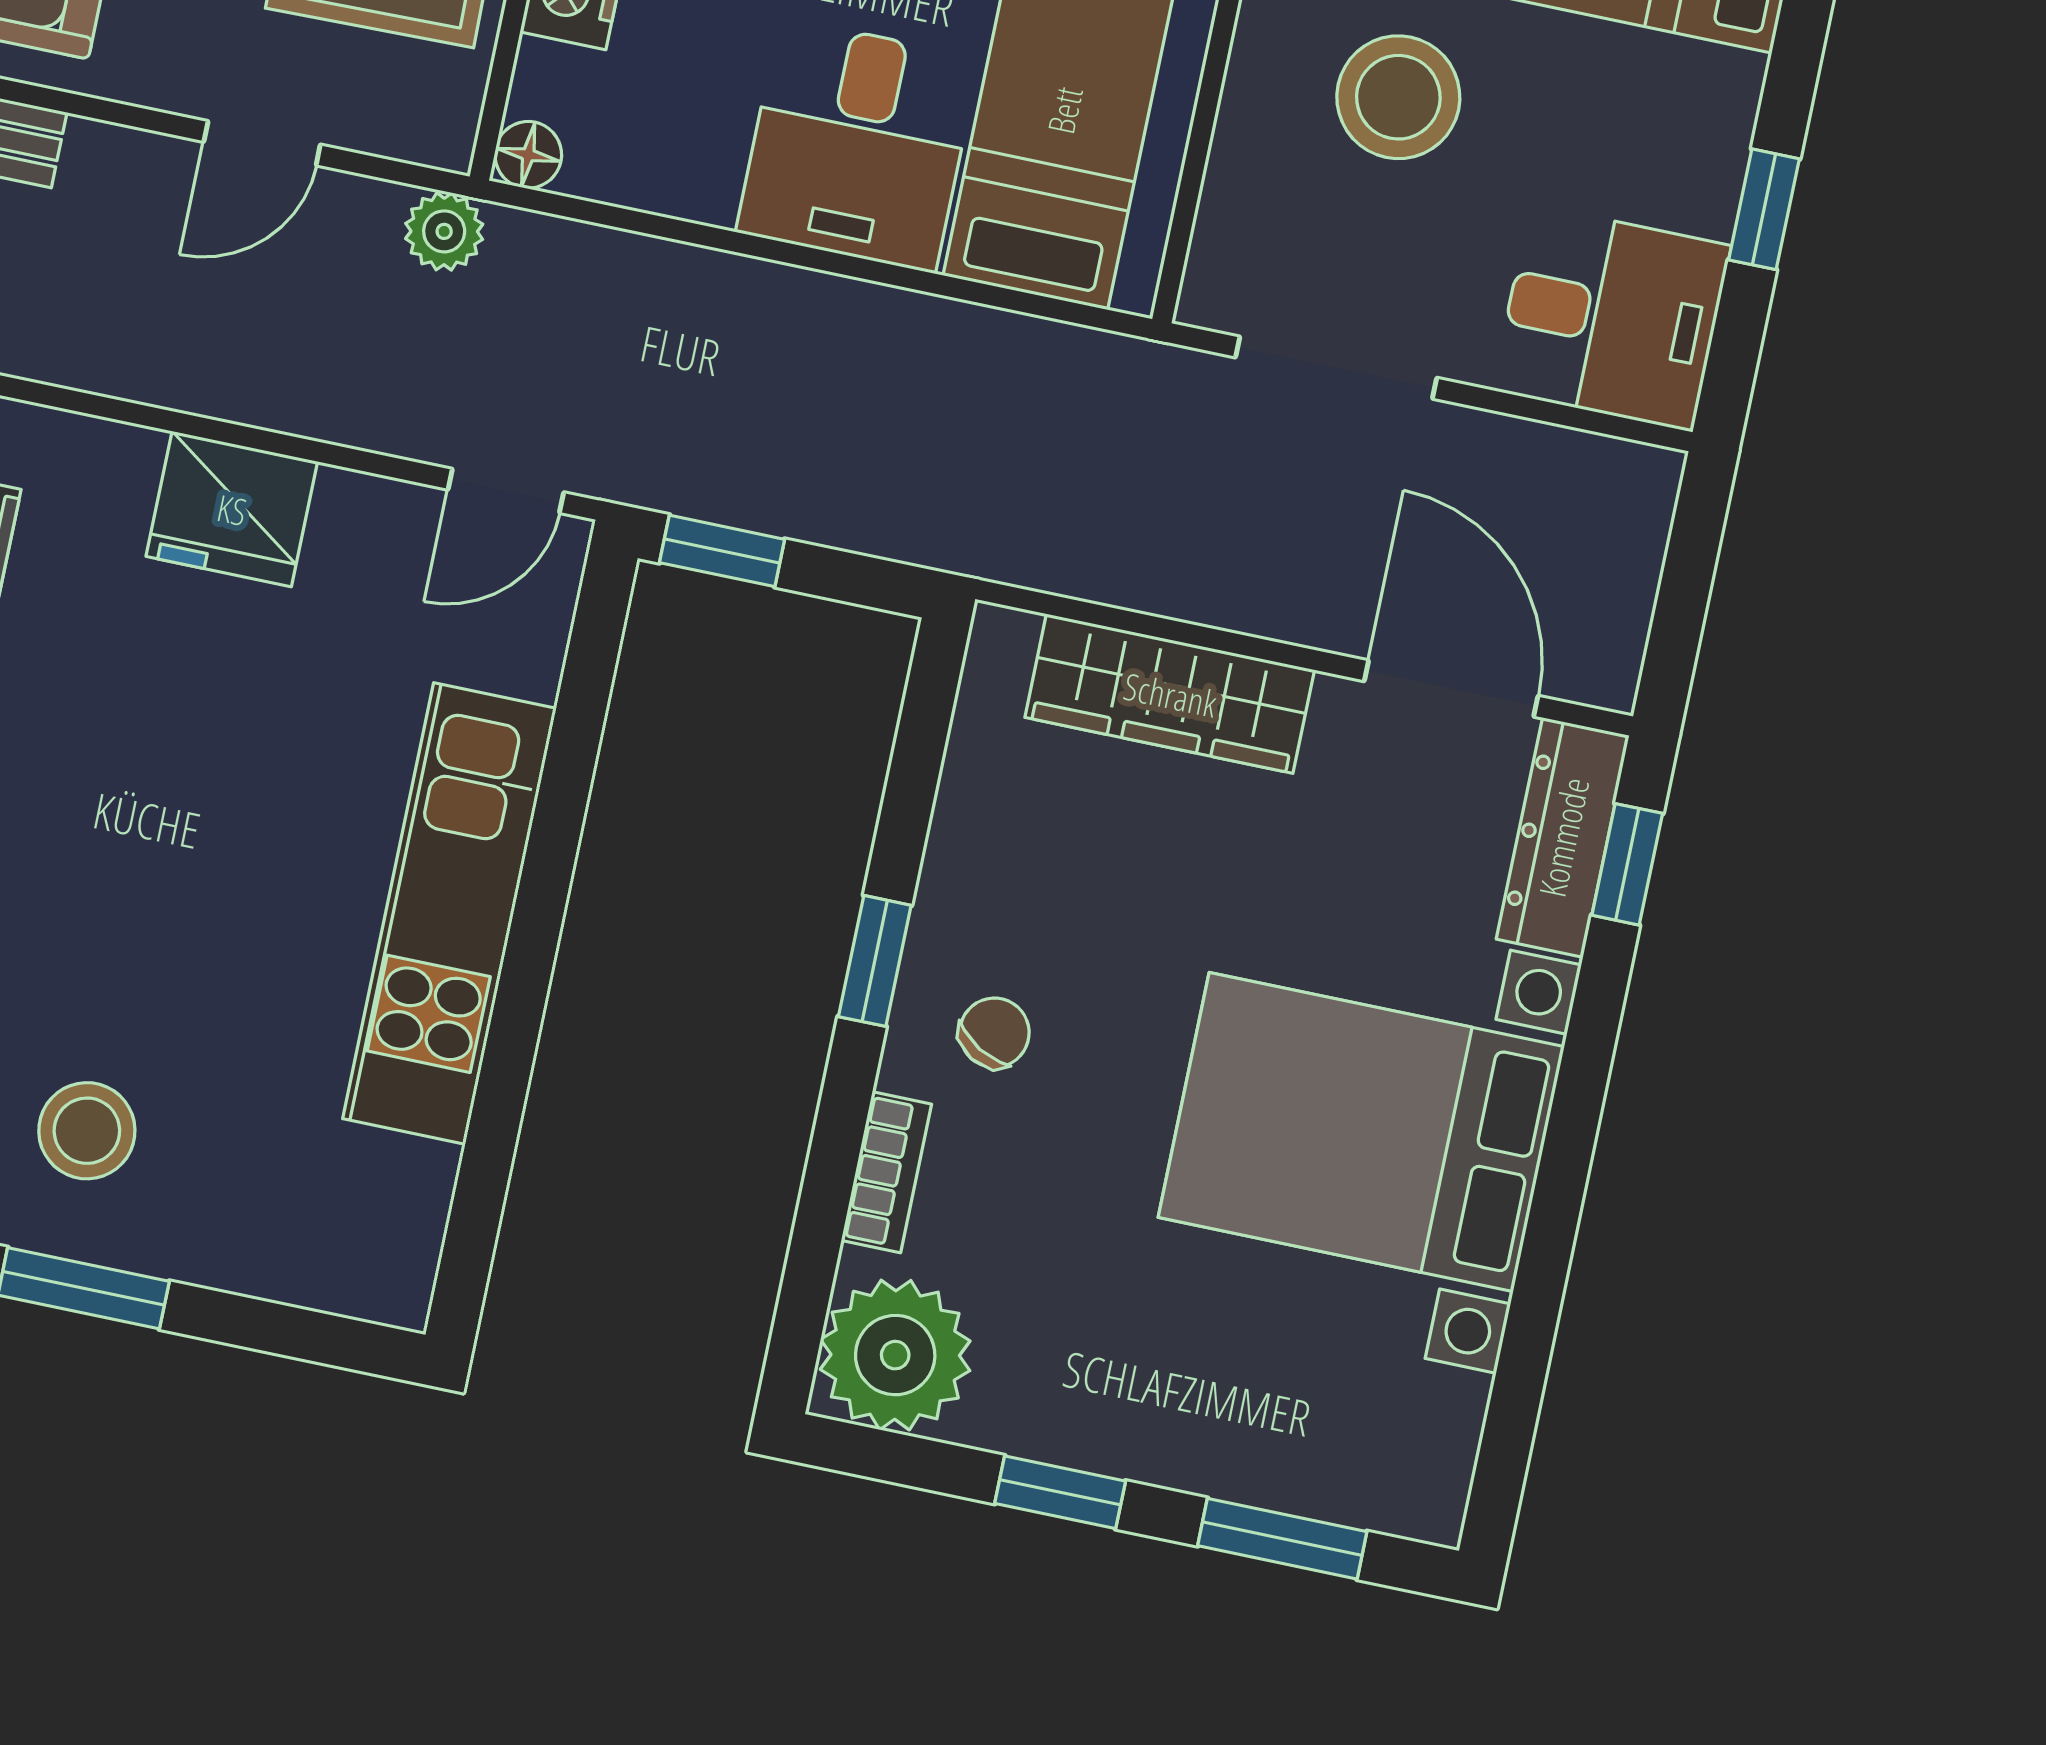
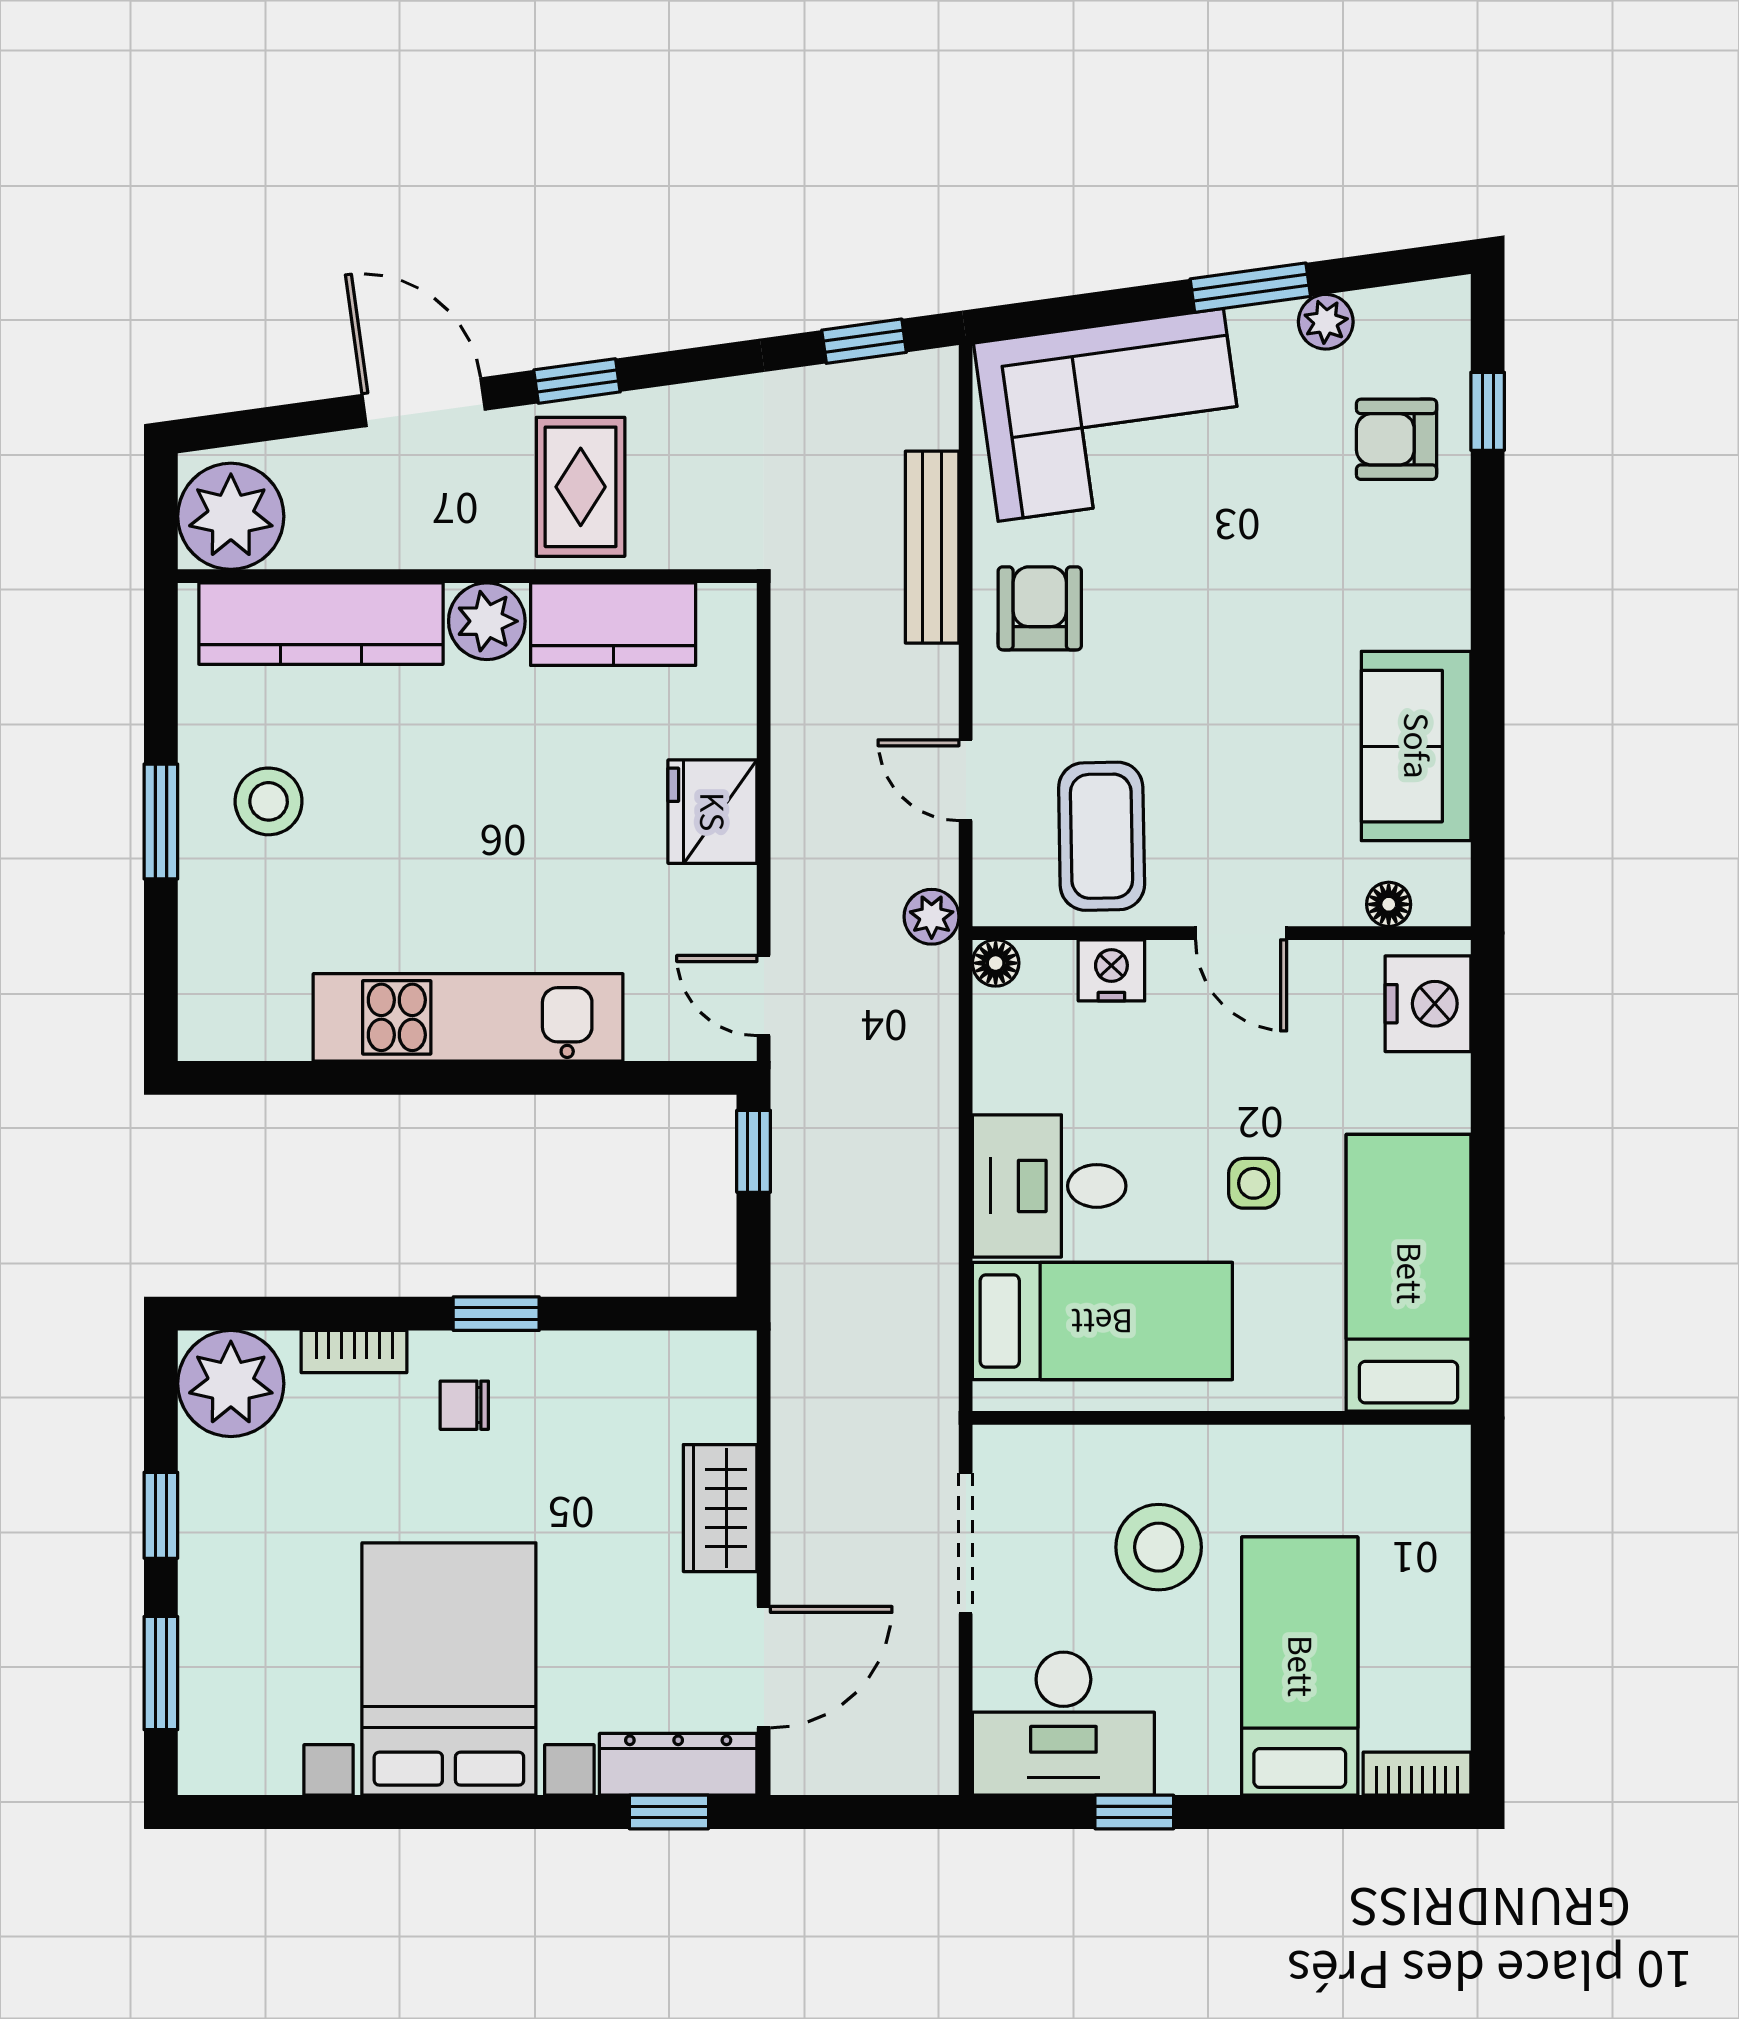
desk: (1612, 318) -> (1063, 1724), width x1.37
wardrobe: (1170, 694) -> (720, 1508), width x0.67
chair: (994, 1033) -> (464, 1405), turned 150

